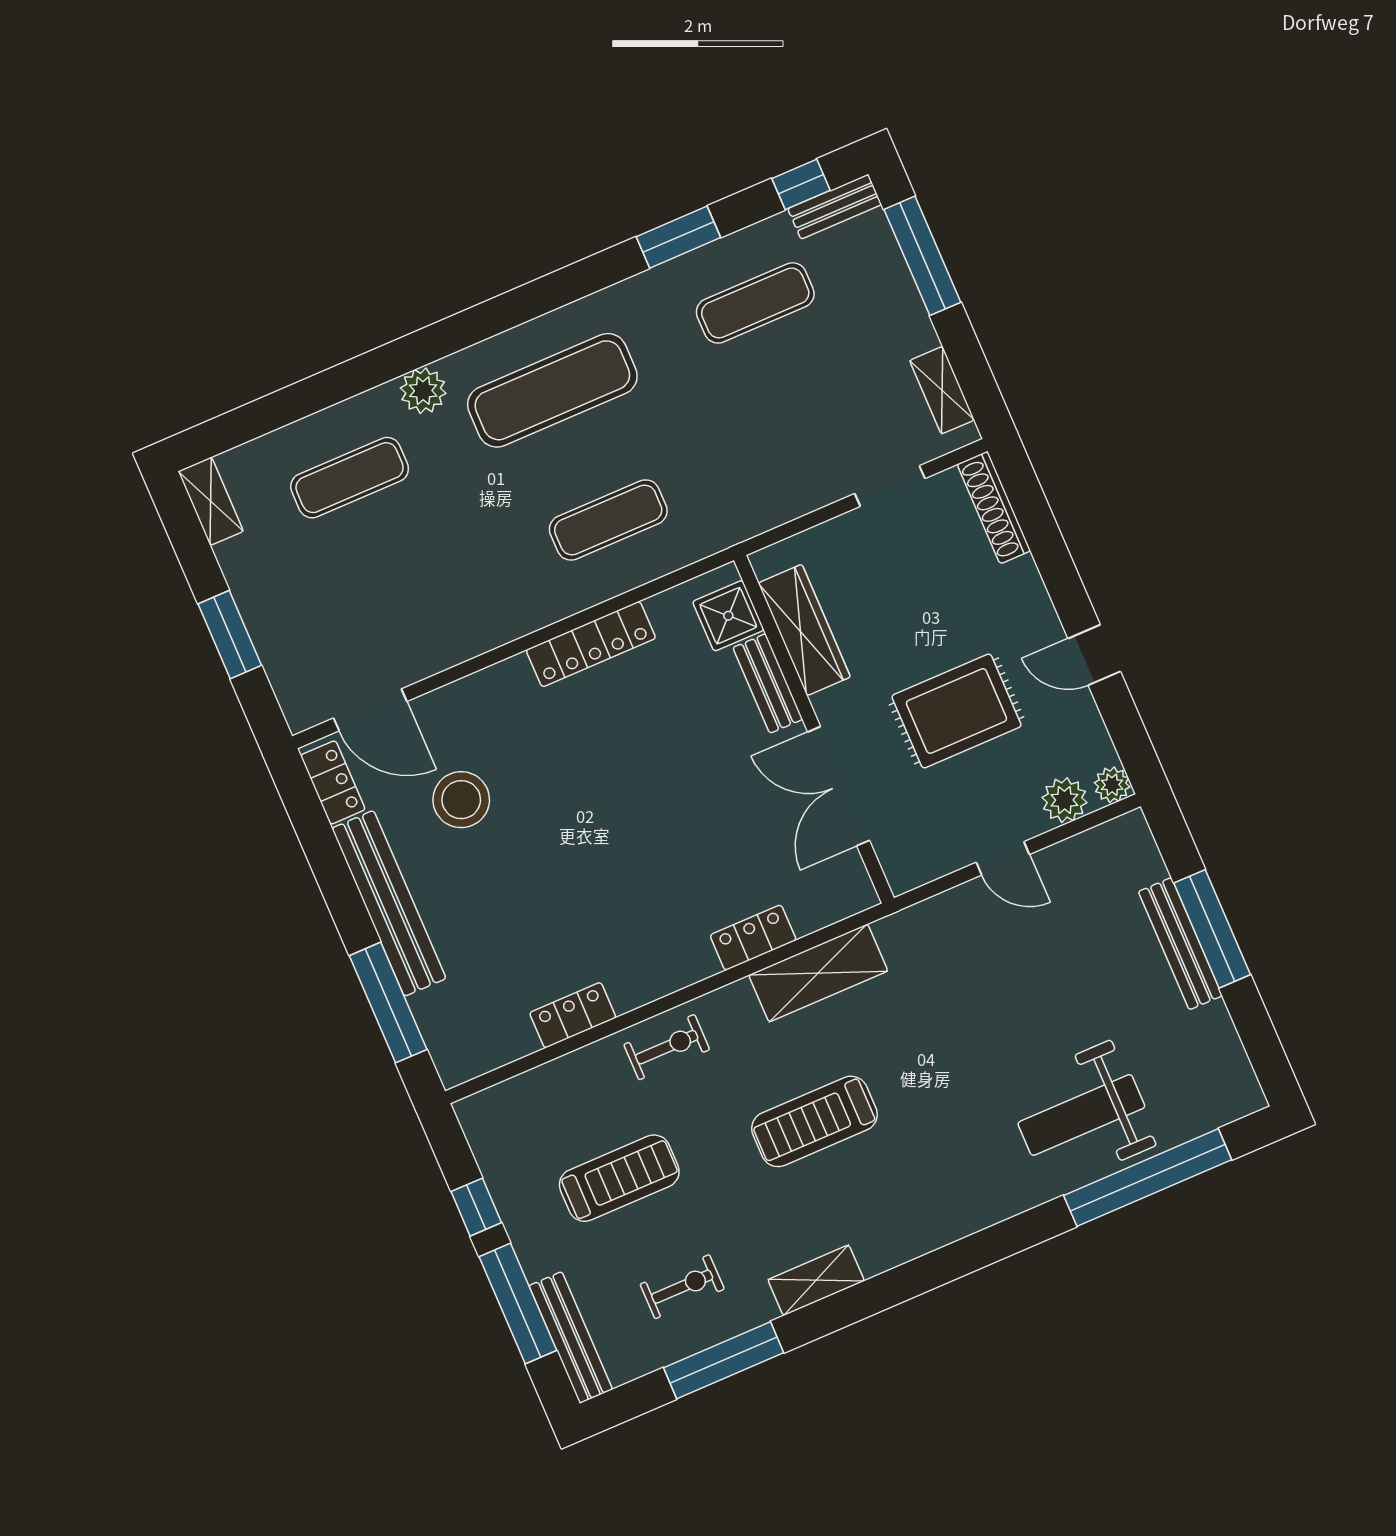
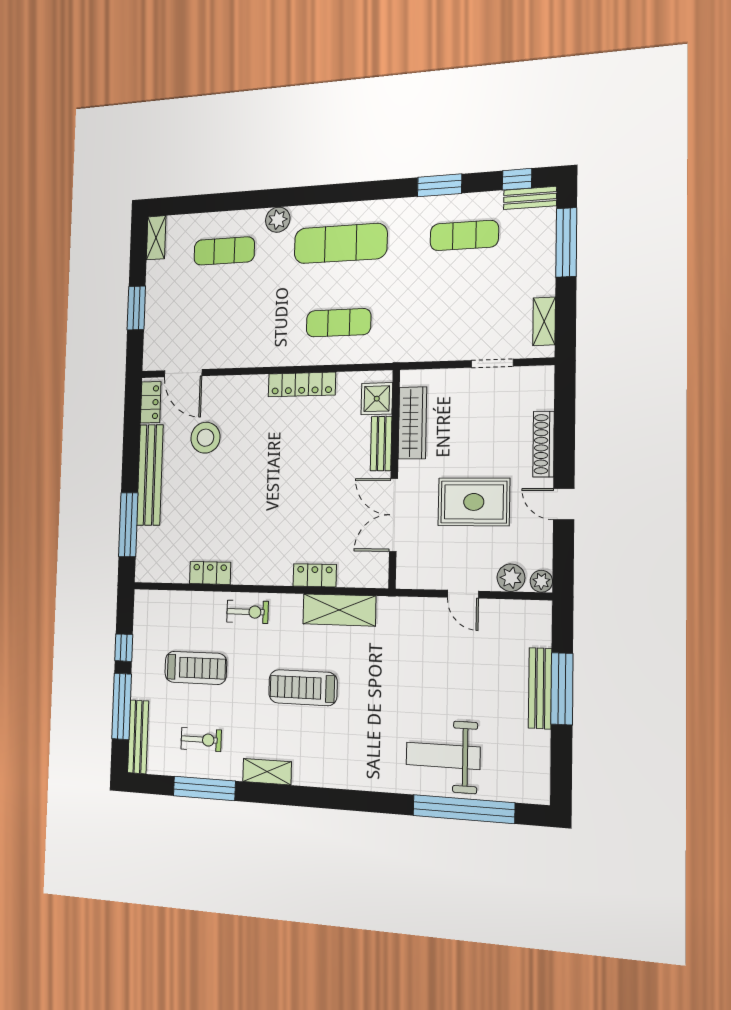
shoe rack: (994, 507) -> (544, 444), moved

